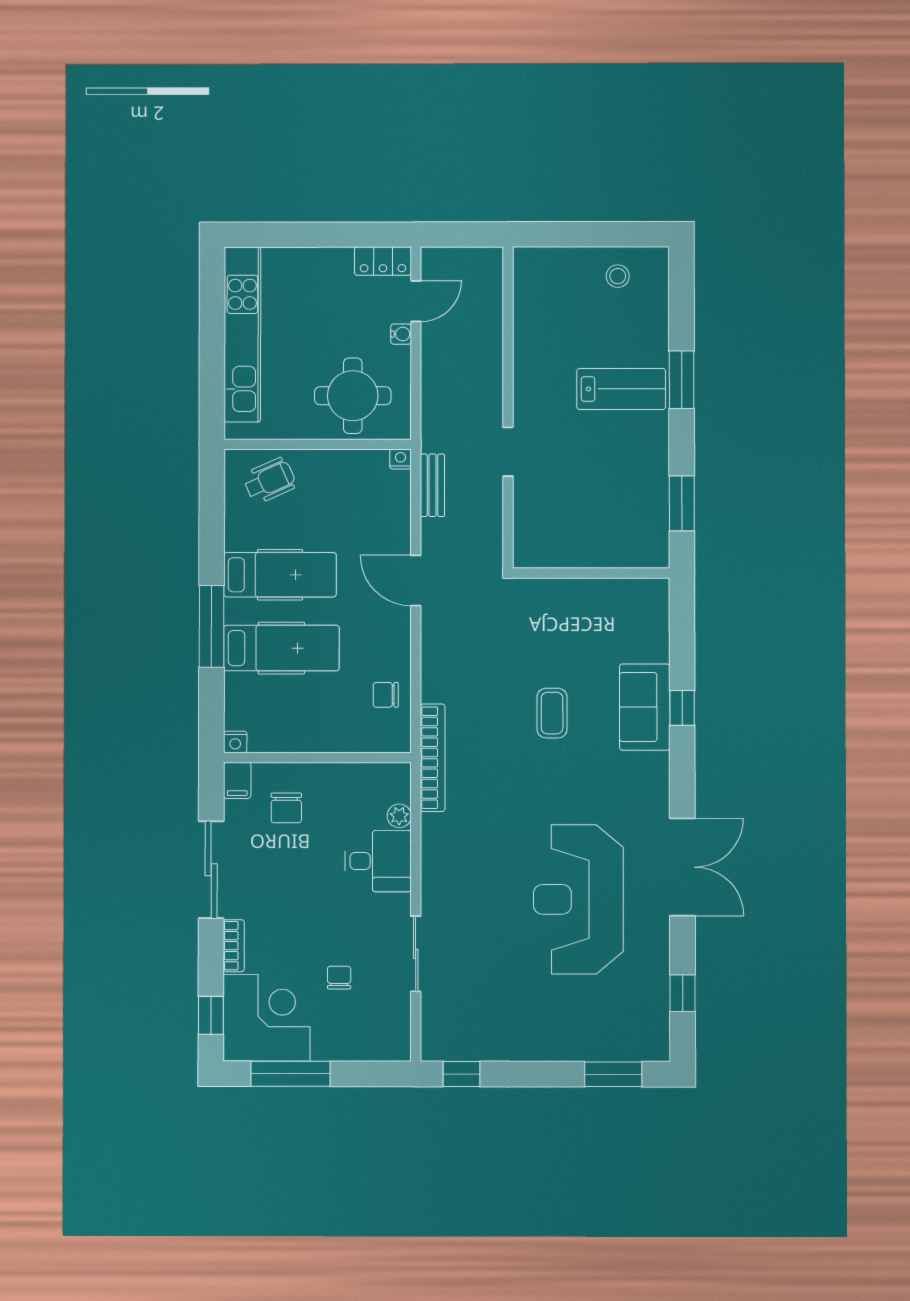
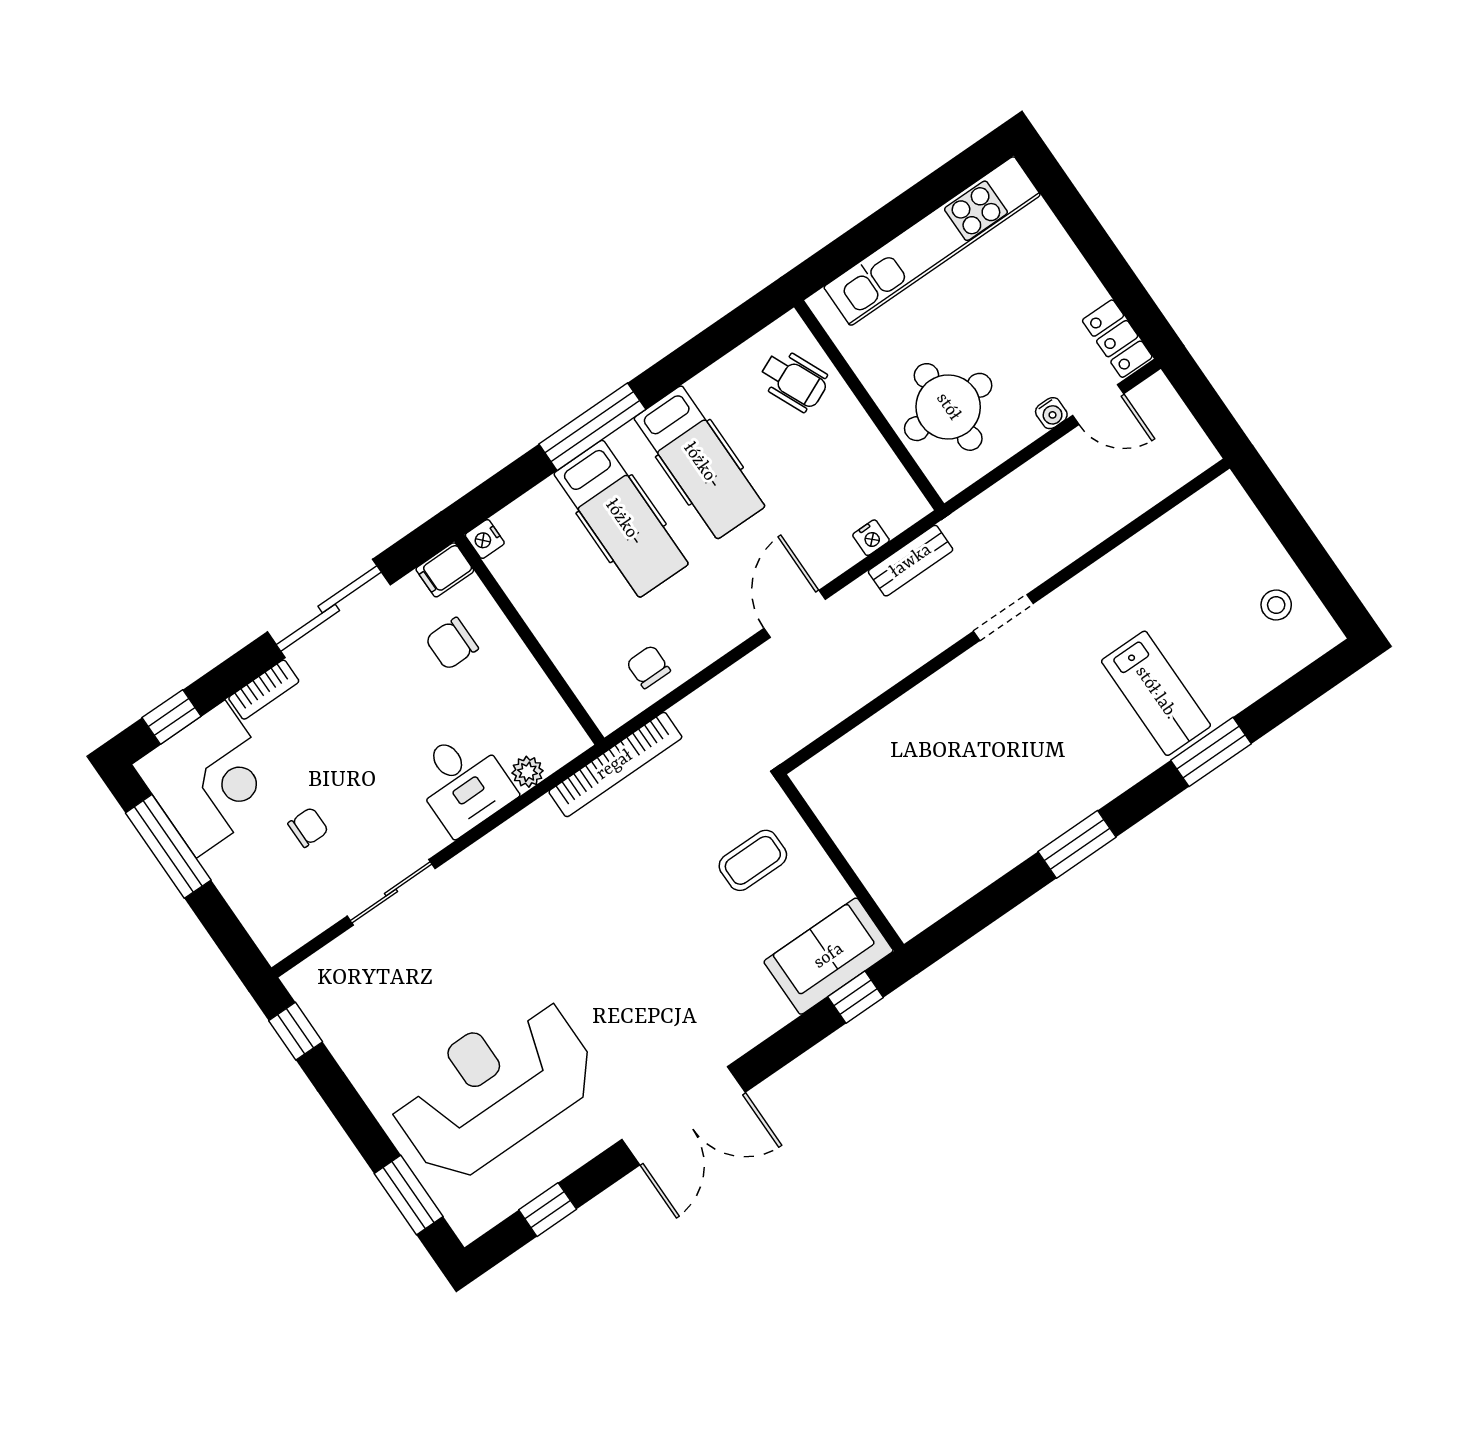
nightstand: (401, 459) -> (871, 538), moved, turned 90
wall: (591, 573) -> (840, 863), moved
reception desk: (578, 899) -> (493, 1088), moved

